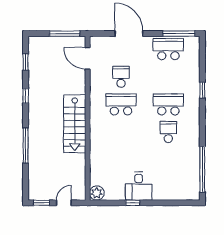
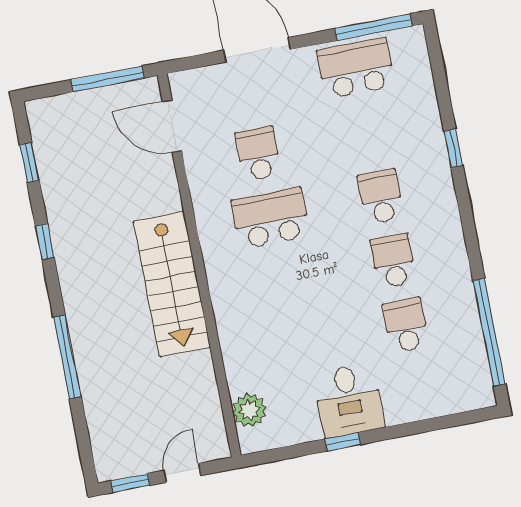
school desk: (168, 104) -> (381, 197), width x0.54
school desk: (168, 160) -> (406, 325), added
plant: (97, 193) -> (249, 410), moved

